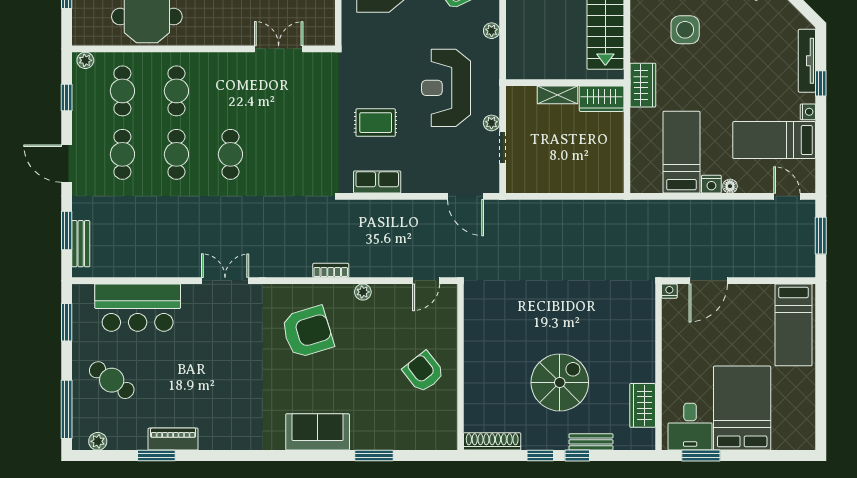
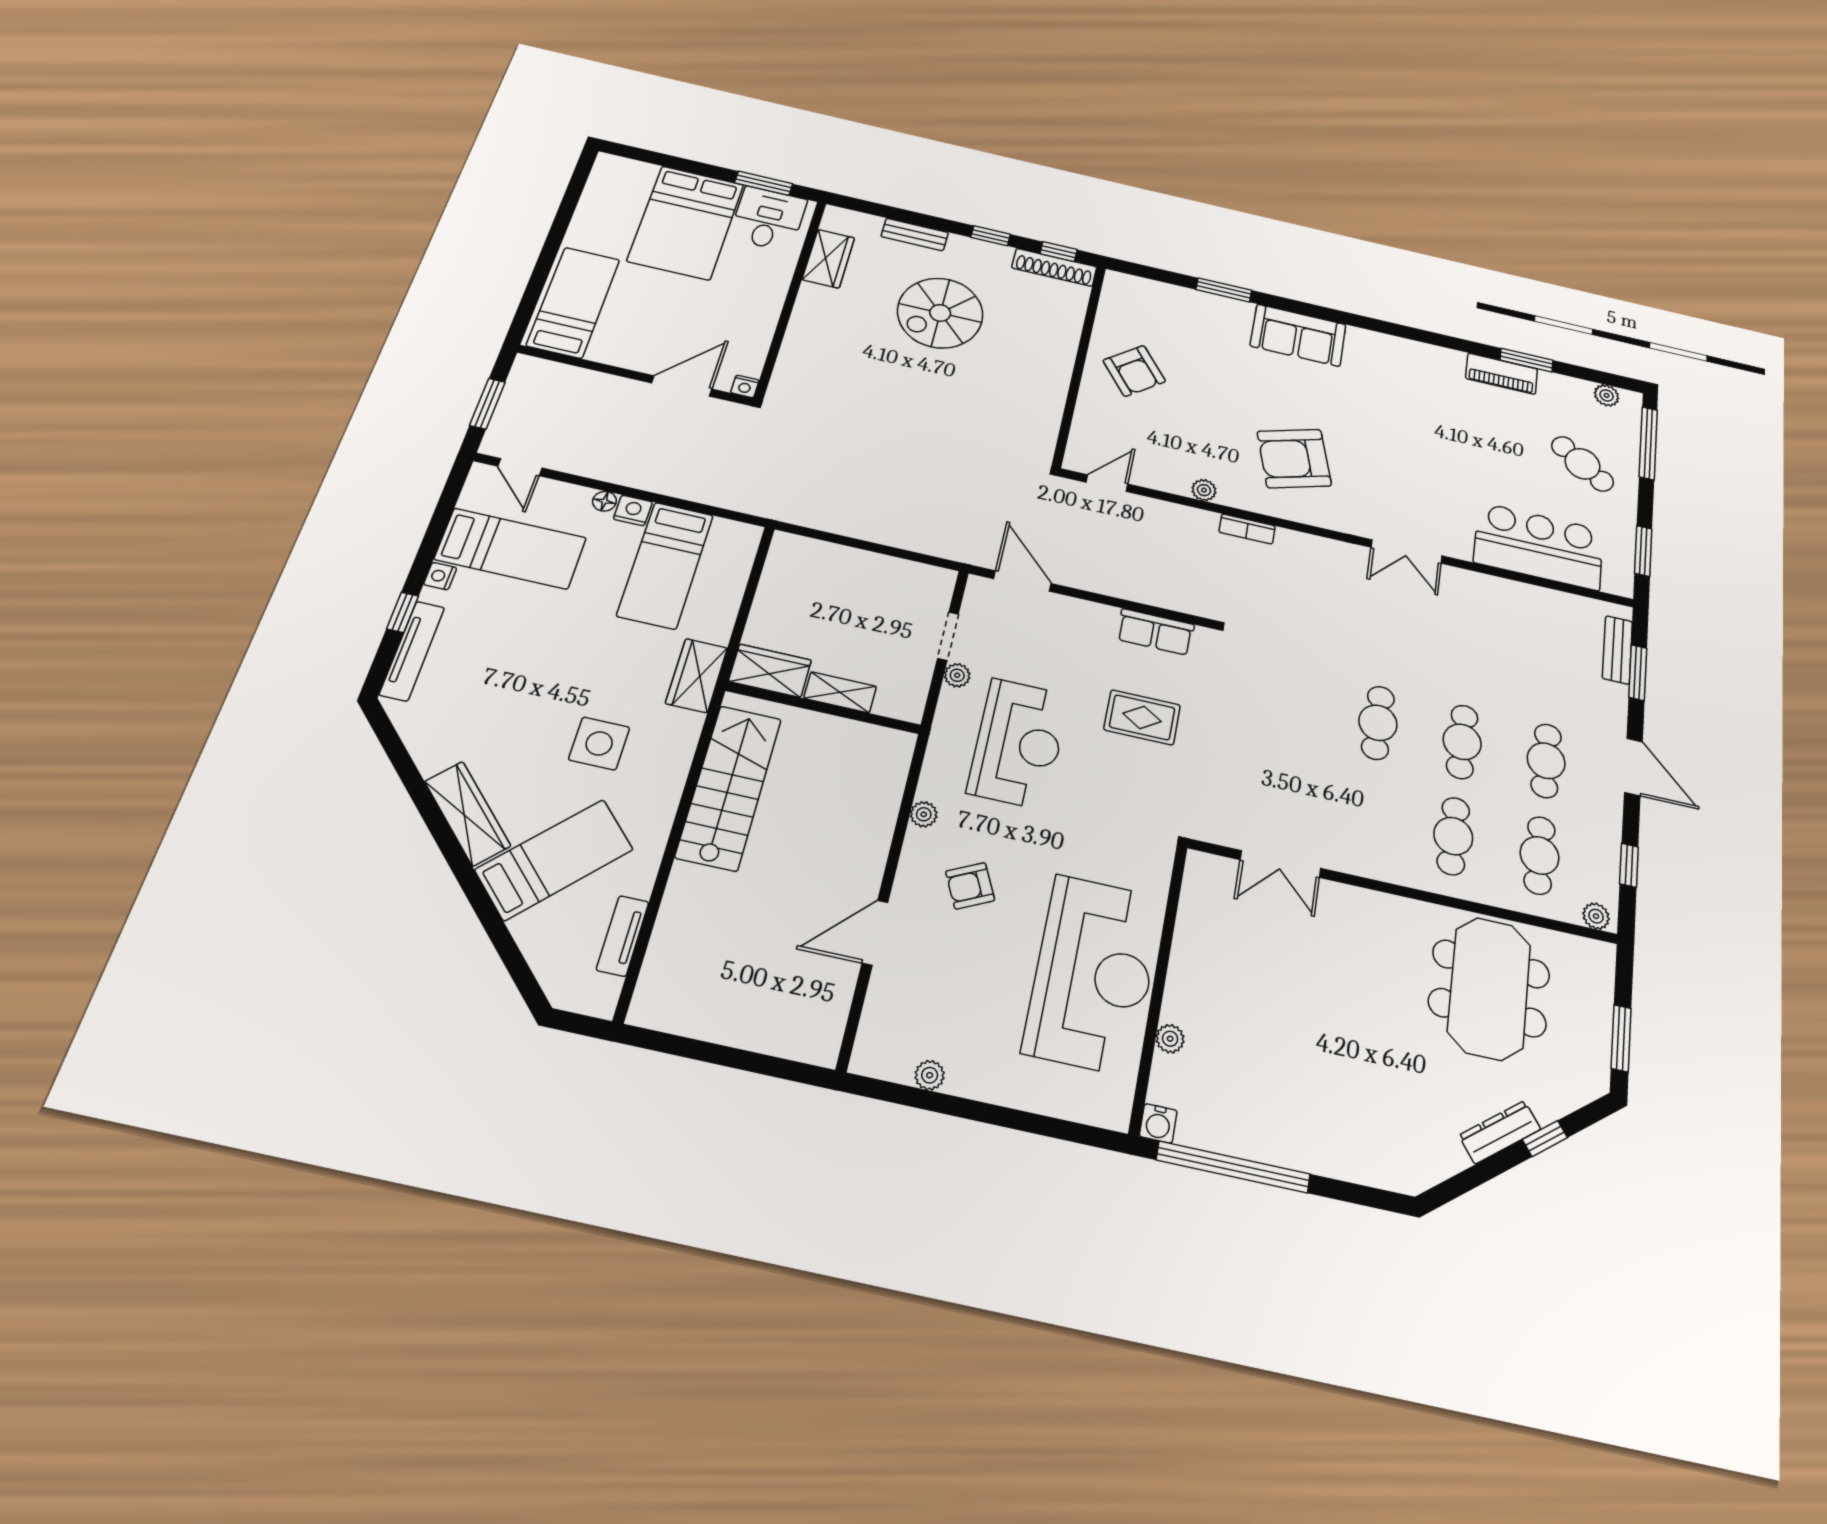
window: (577, 456) -> (1059, 252), moved

